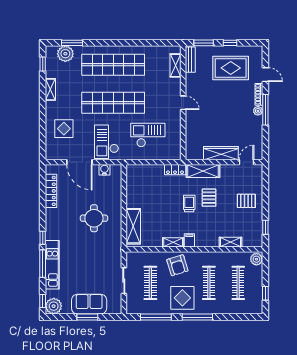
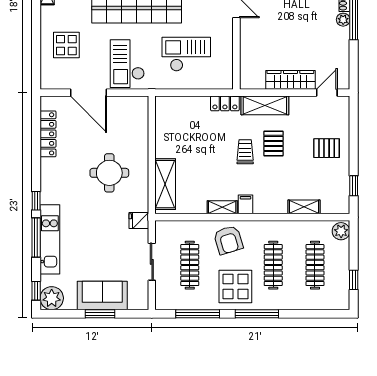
water cooler: (104, 170) -> (124, 104), removed
fridge: (115, 252) -> (139, 220), added

